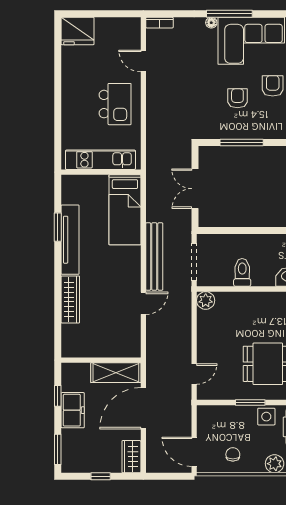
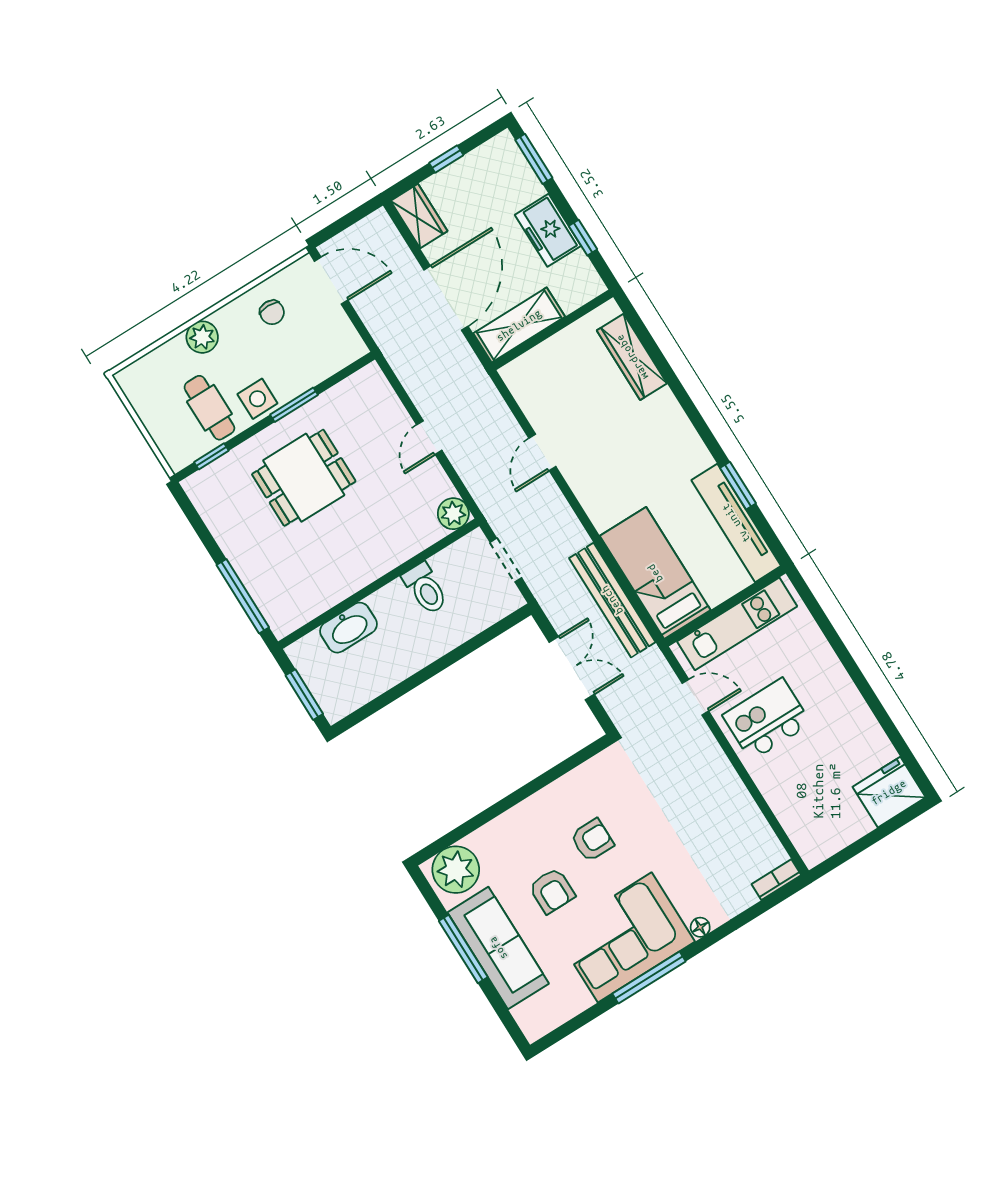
window: (229, 14) -> (649, 977), moved
door: (143, 61) -> (695, 697), moved
armchair: (237, 98) -> (592, 840), turned -90
kitchen island: (115, 104) -> (767, 719), turned 90
window: (242, 142) -> (546, 779), removed
tv unit: (70, 240) -> (736, 523), moved
bench: (154, 257) -> (612, 600), moved
doorway: (194, 262) -> (506, 560), width x0.73
wardrobe: (70, 299) -> (632, 357), moved
door: (194, 374) -> (429, 438), moved

